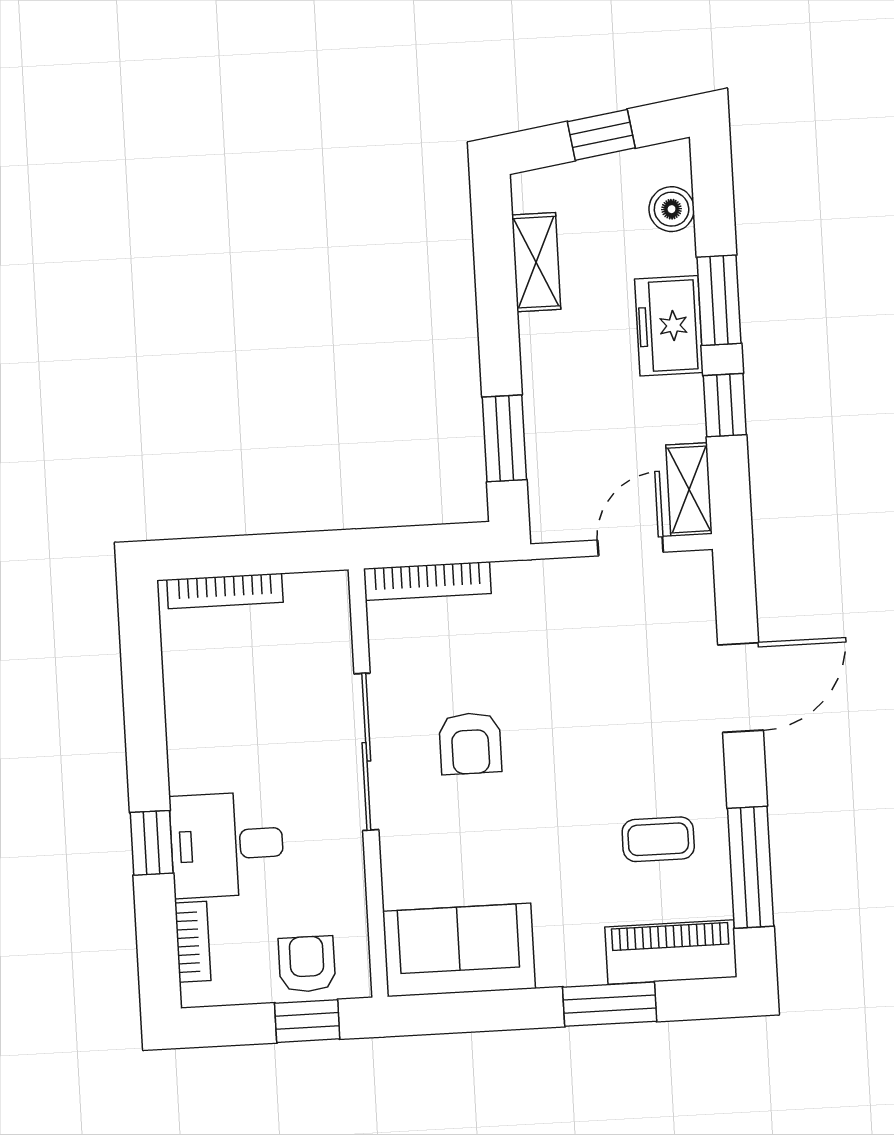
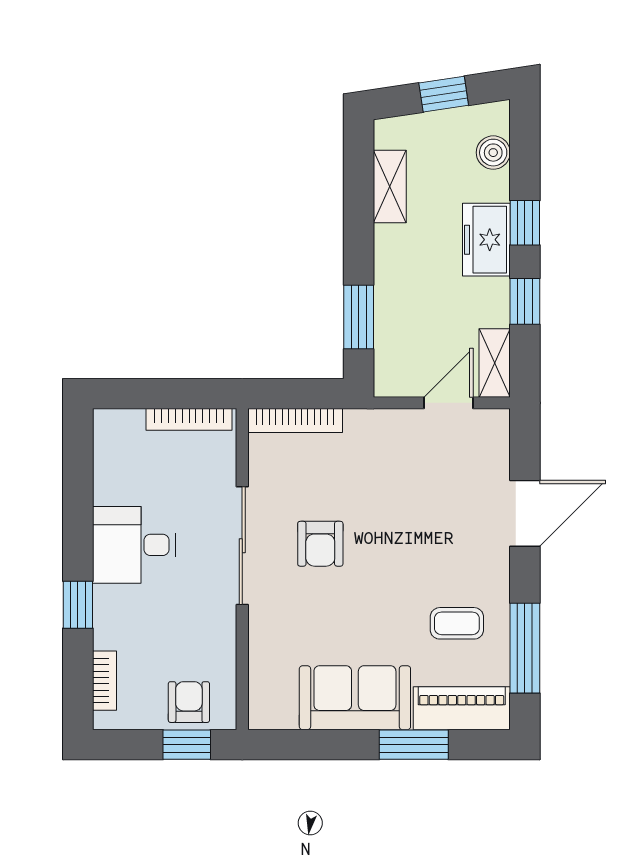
window: (719, 300) -> (525, 223), width x0.67
bookcase: (225, 591) -> (189, 419), moved
desk: (227, 845) -> (134, 545), moved
sofa: (459, 950) -> (355, 698), moved

